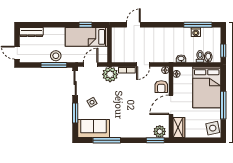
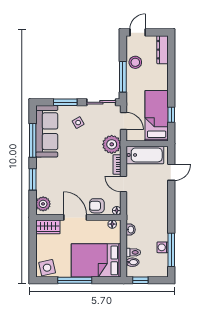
door: (133, 25) -> (171, 172), hinge flipped
bathtub: (119, 47) -> (145, 155), added
stool: (56, 56) -> (135, 62), moved
sofa: (94, 128) -> (47, 131), width x1.36
window: (155, 140) -> (33, 179), moved

